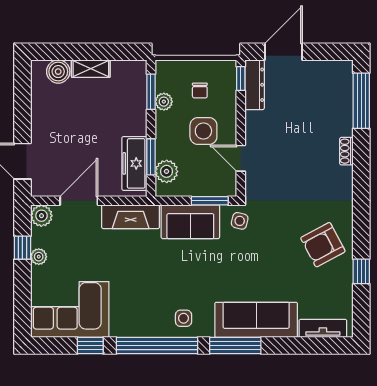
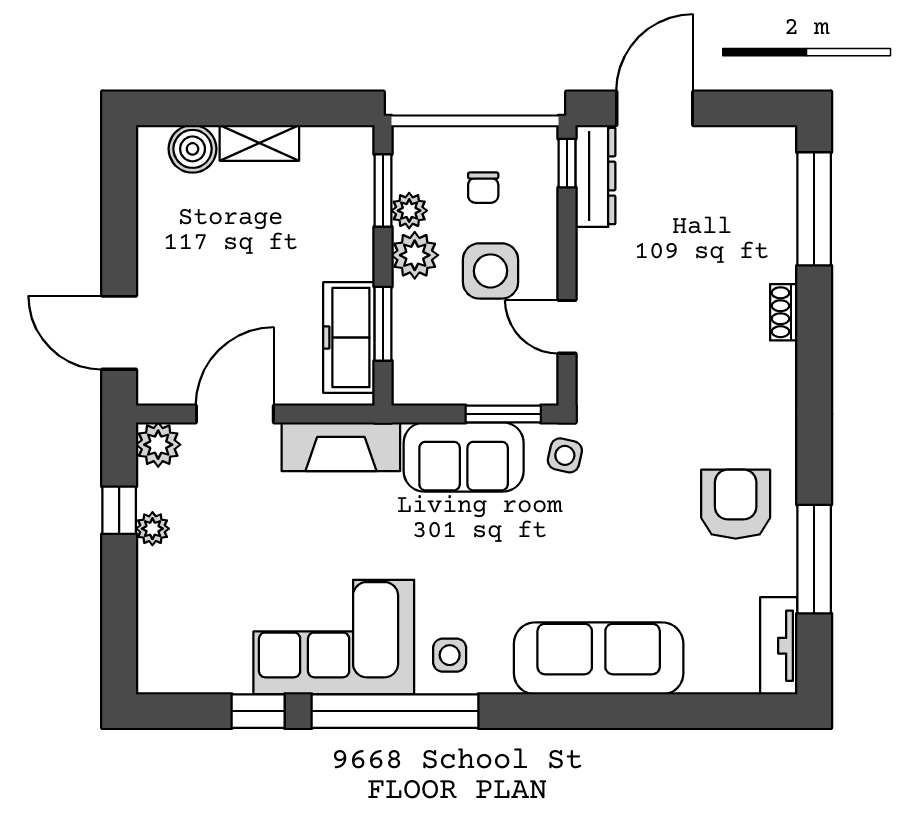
plant: (167, 171) -> (415, 255), moved
armchair: (323, 245) -> (736, 504), turned 118
window: (361, 271) -> (814, 559), width x2.17
corner sofa: (70, 309) -> (334, 637), moved
tv unit: (323, 328) -> (779, 646), moved, turned -90
window: (235, 346) -> (556, 711), removed

